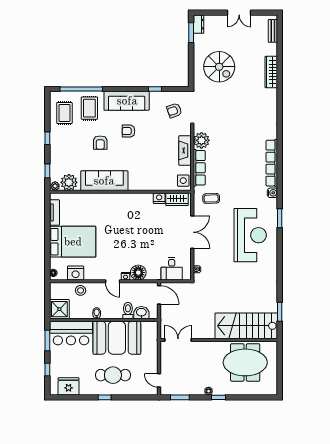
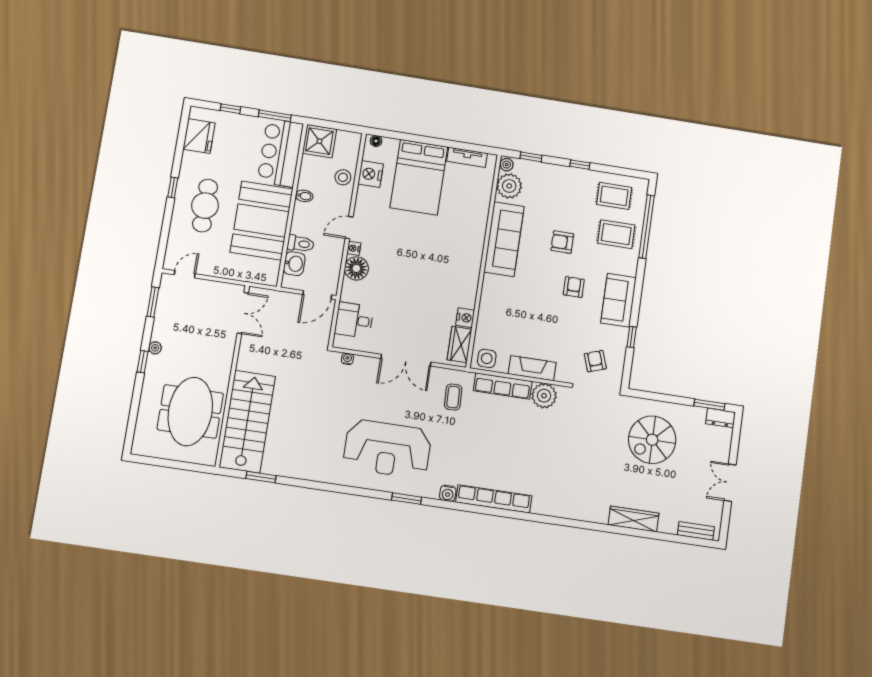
sofa: (127, 101) -> (619, 300), width x0.73

